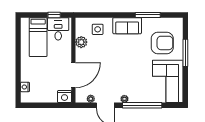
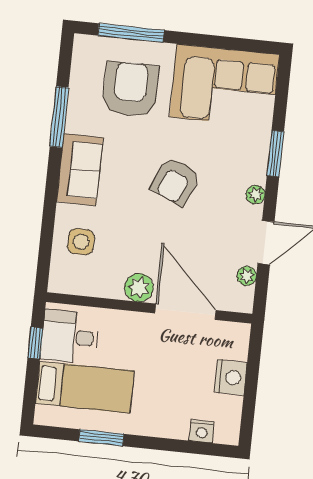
plant: (81, 42) -> (139, 288), moved
window: (18, 46) -> (101, 438), added
window: (185, 53) -> (131, 33), moved
armchair: (127, 65) -> (175, 181), added
nightstand: (64, 97) -> (231, 377), moved
window: (142, 105) -> (275, 154), width x0.47

